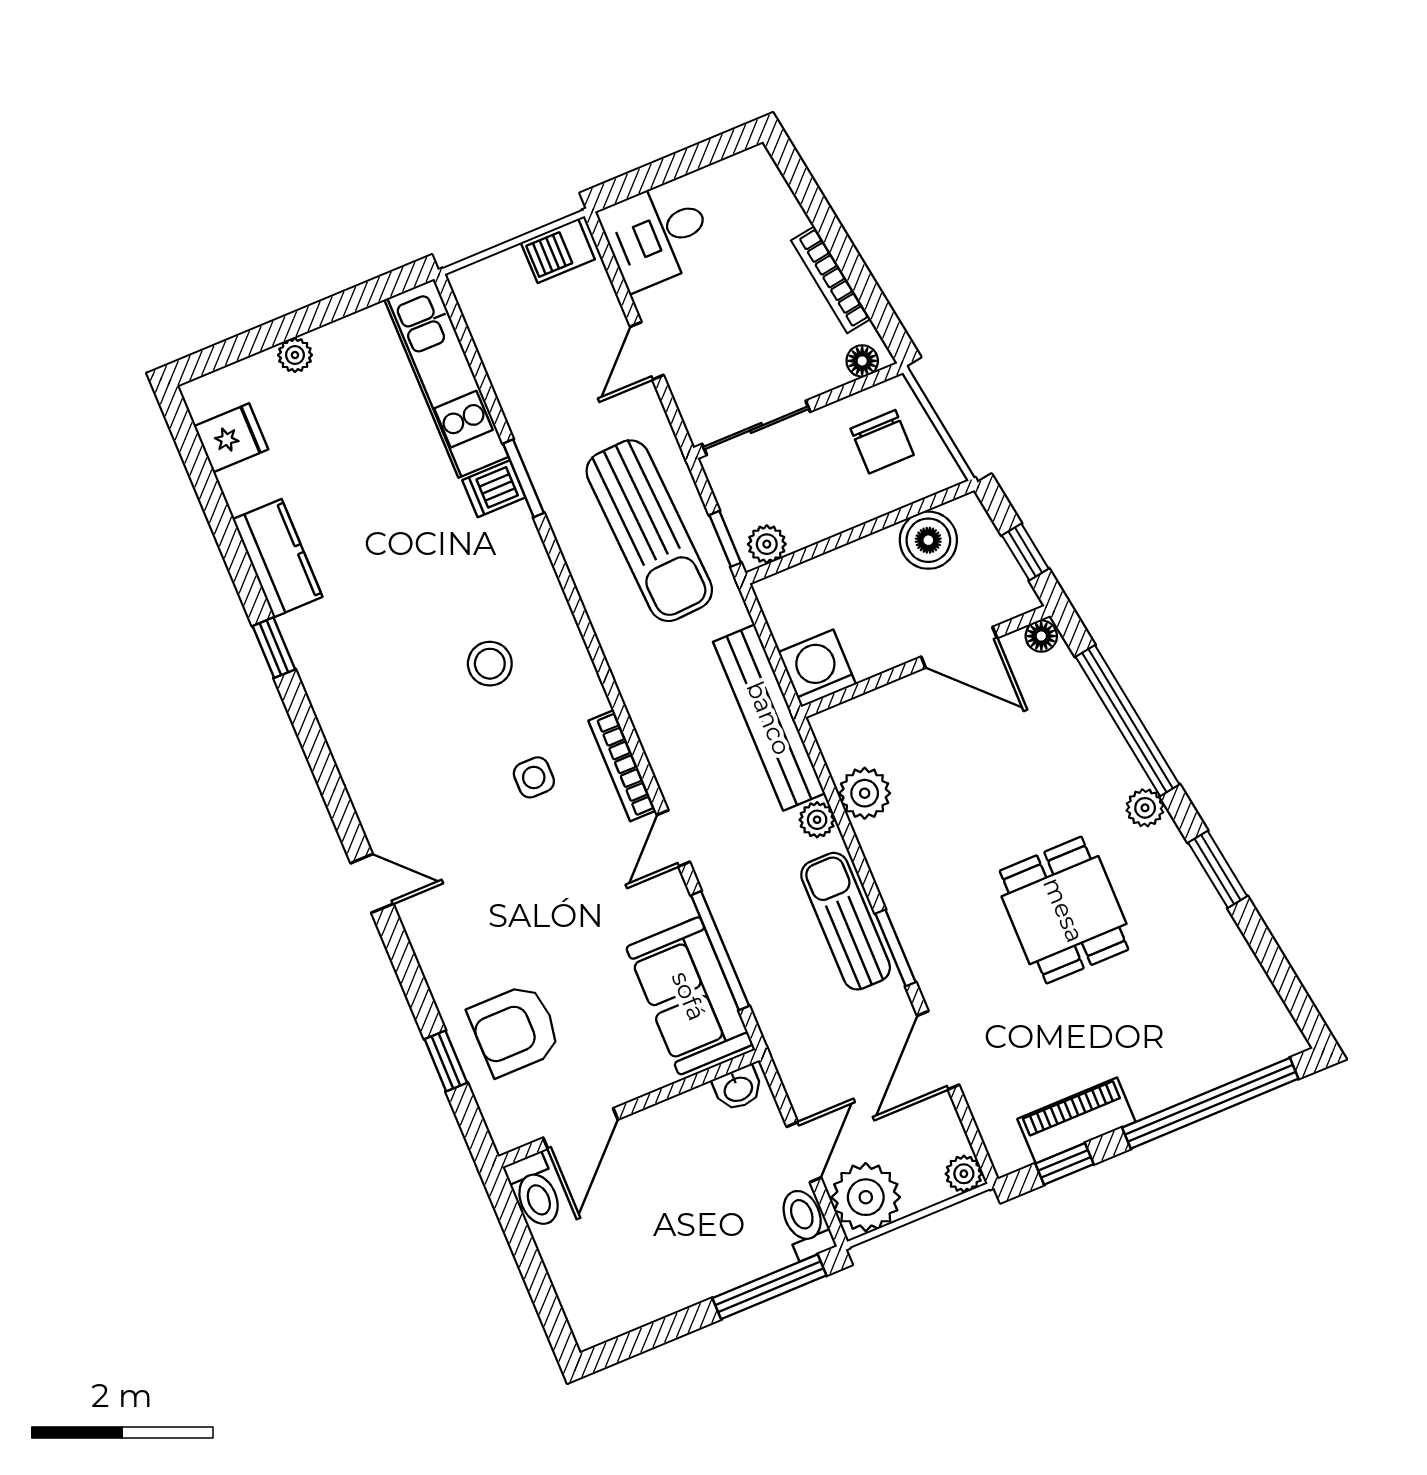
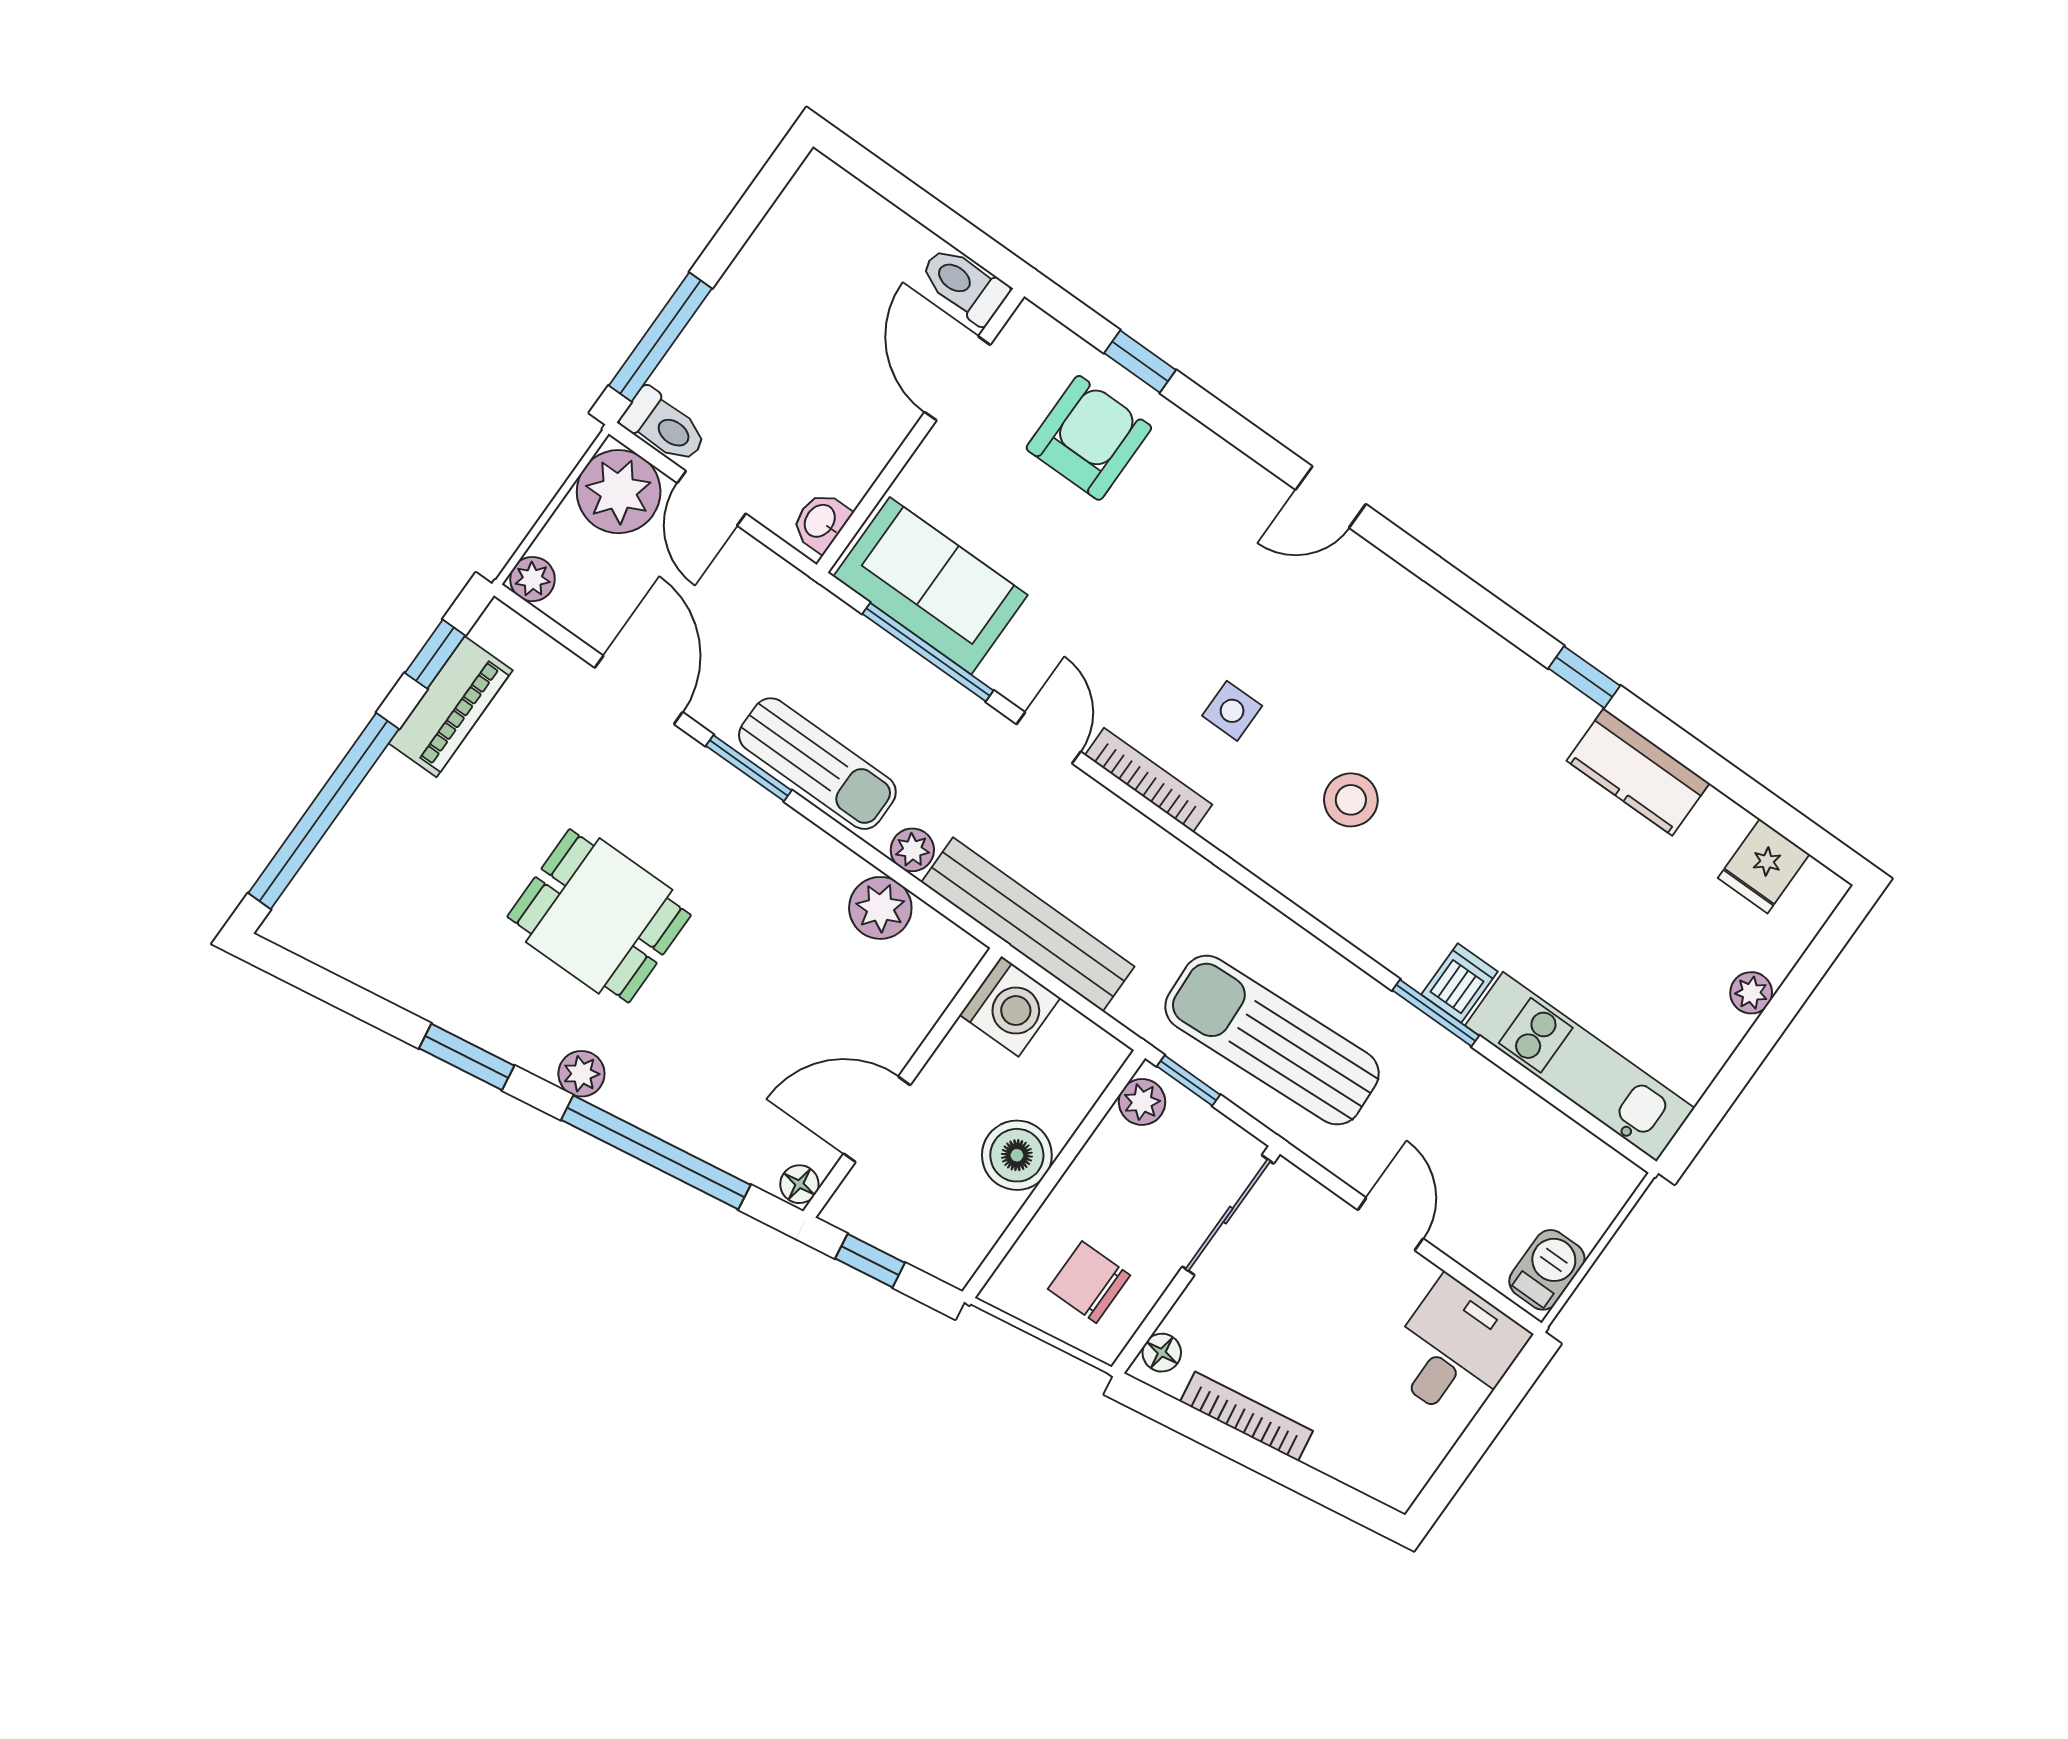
boiler: (928, 540) -> (1017, 1155), moved

